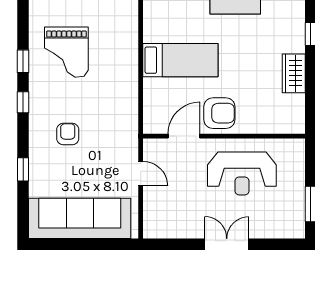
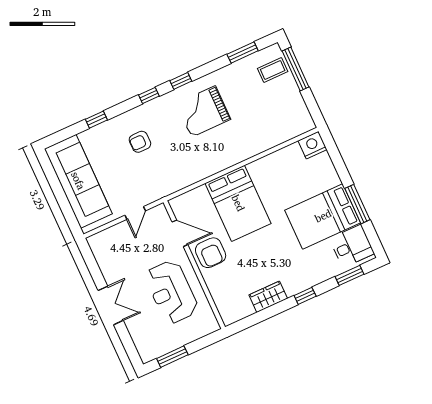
bed: (180, 60) -> (238, 203), width x1.50
armchair: (68, 134) -> (140, 142), turned 180

